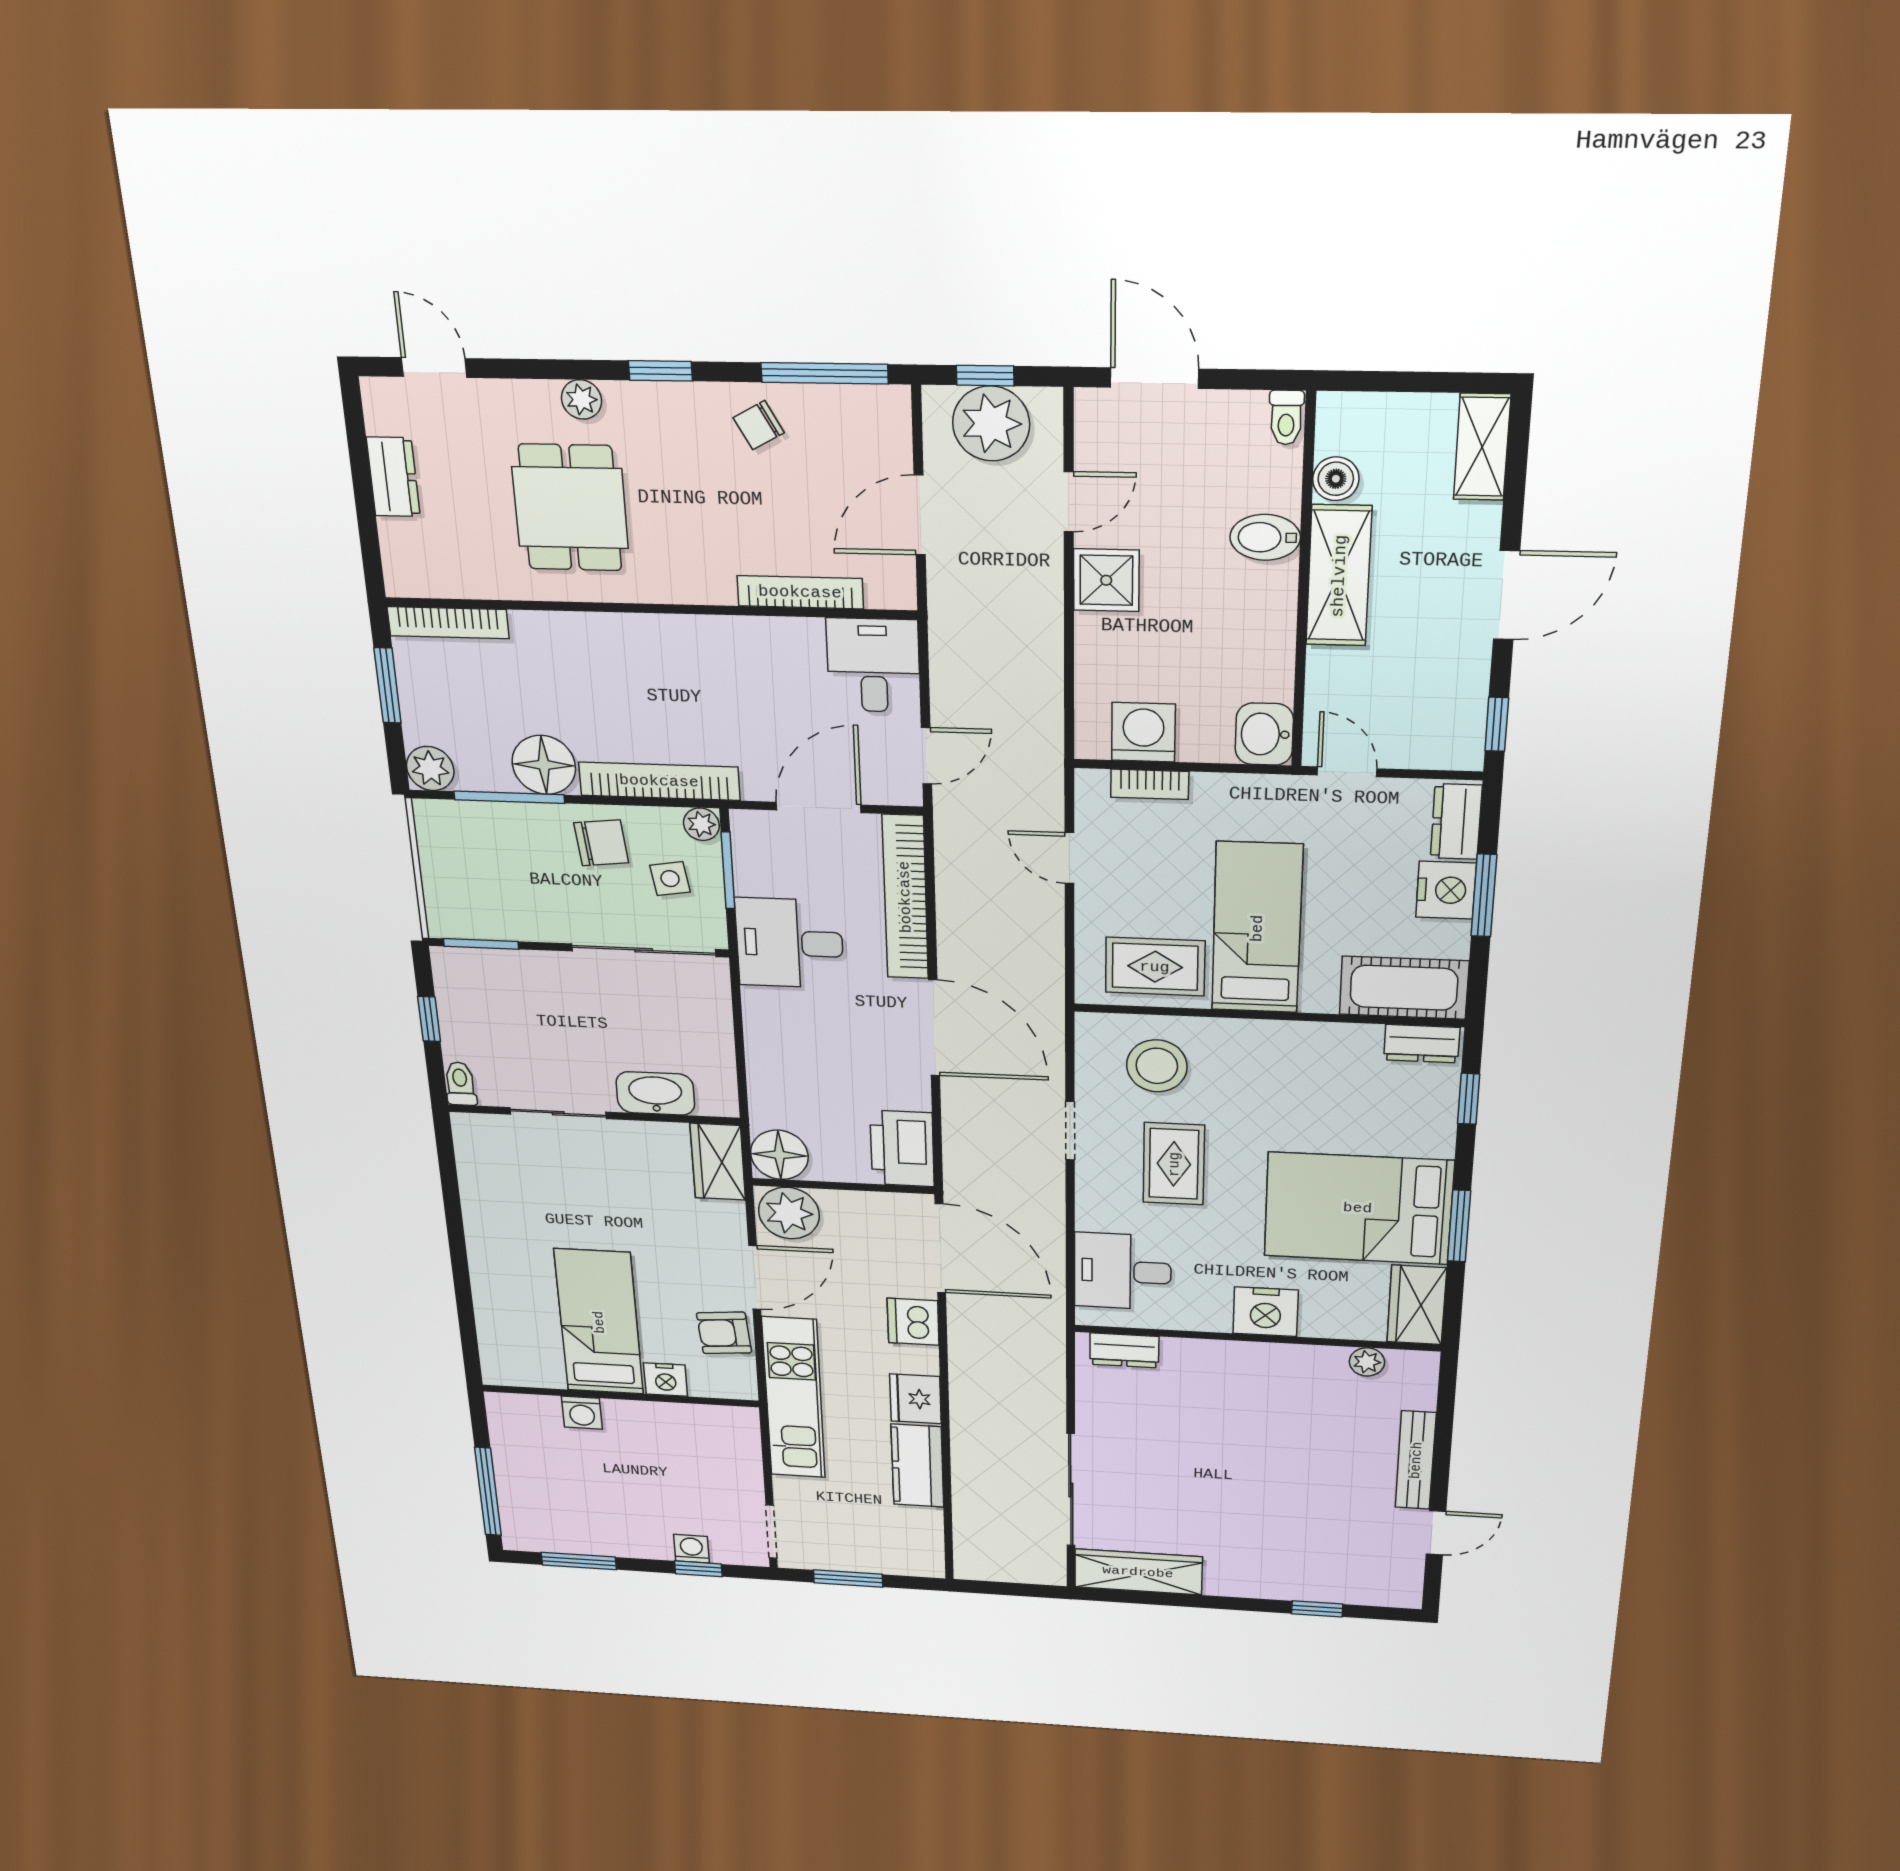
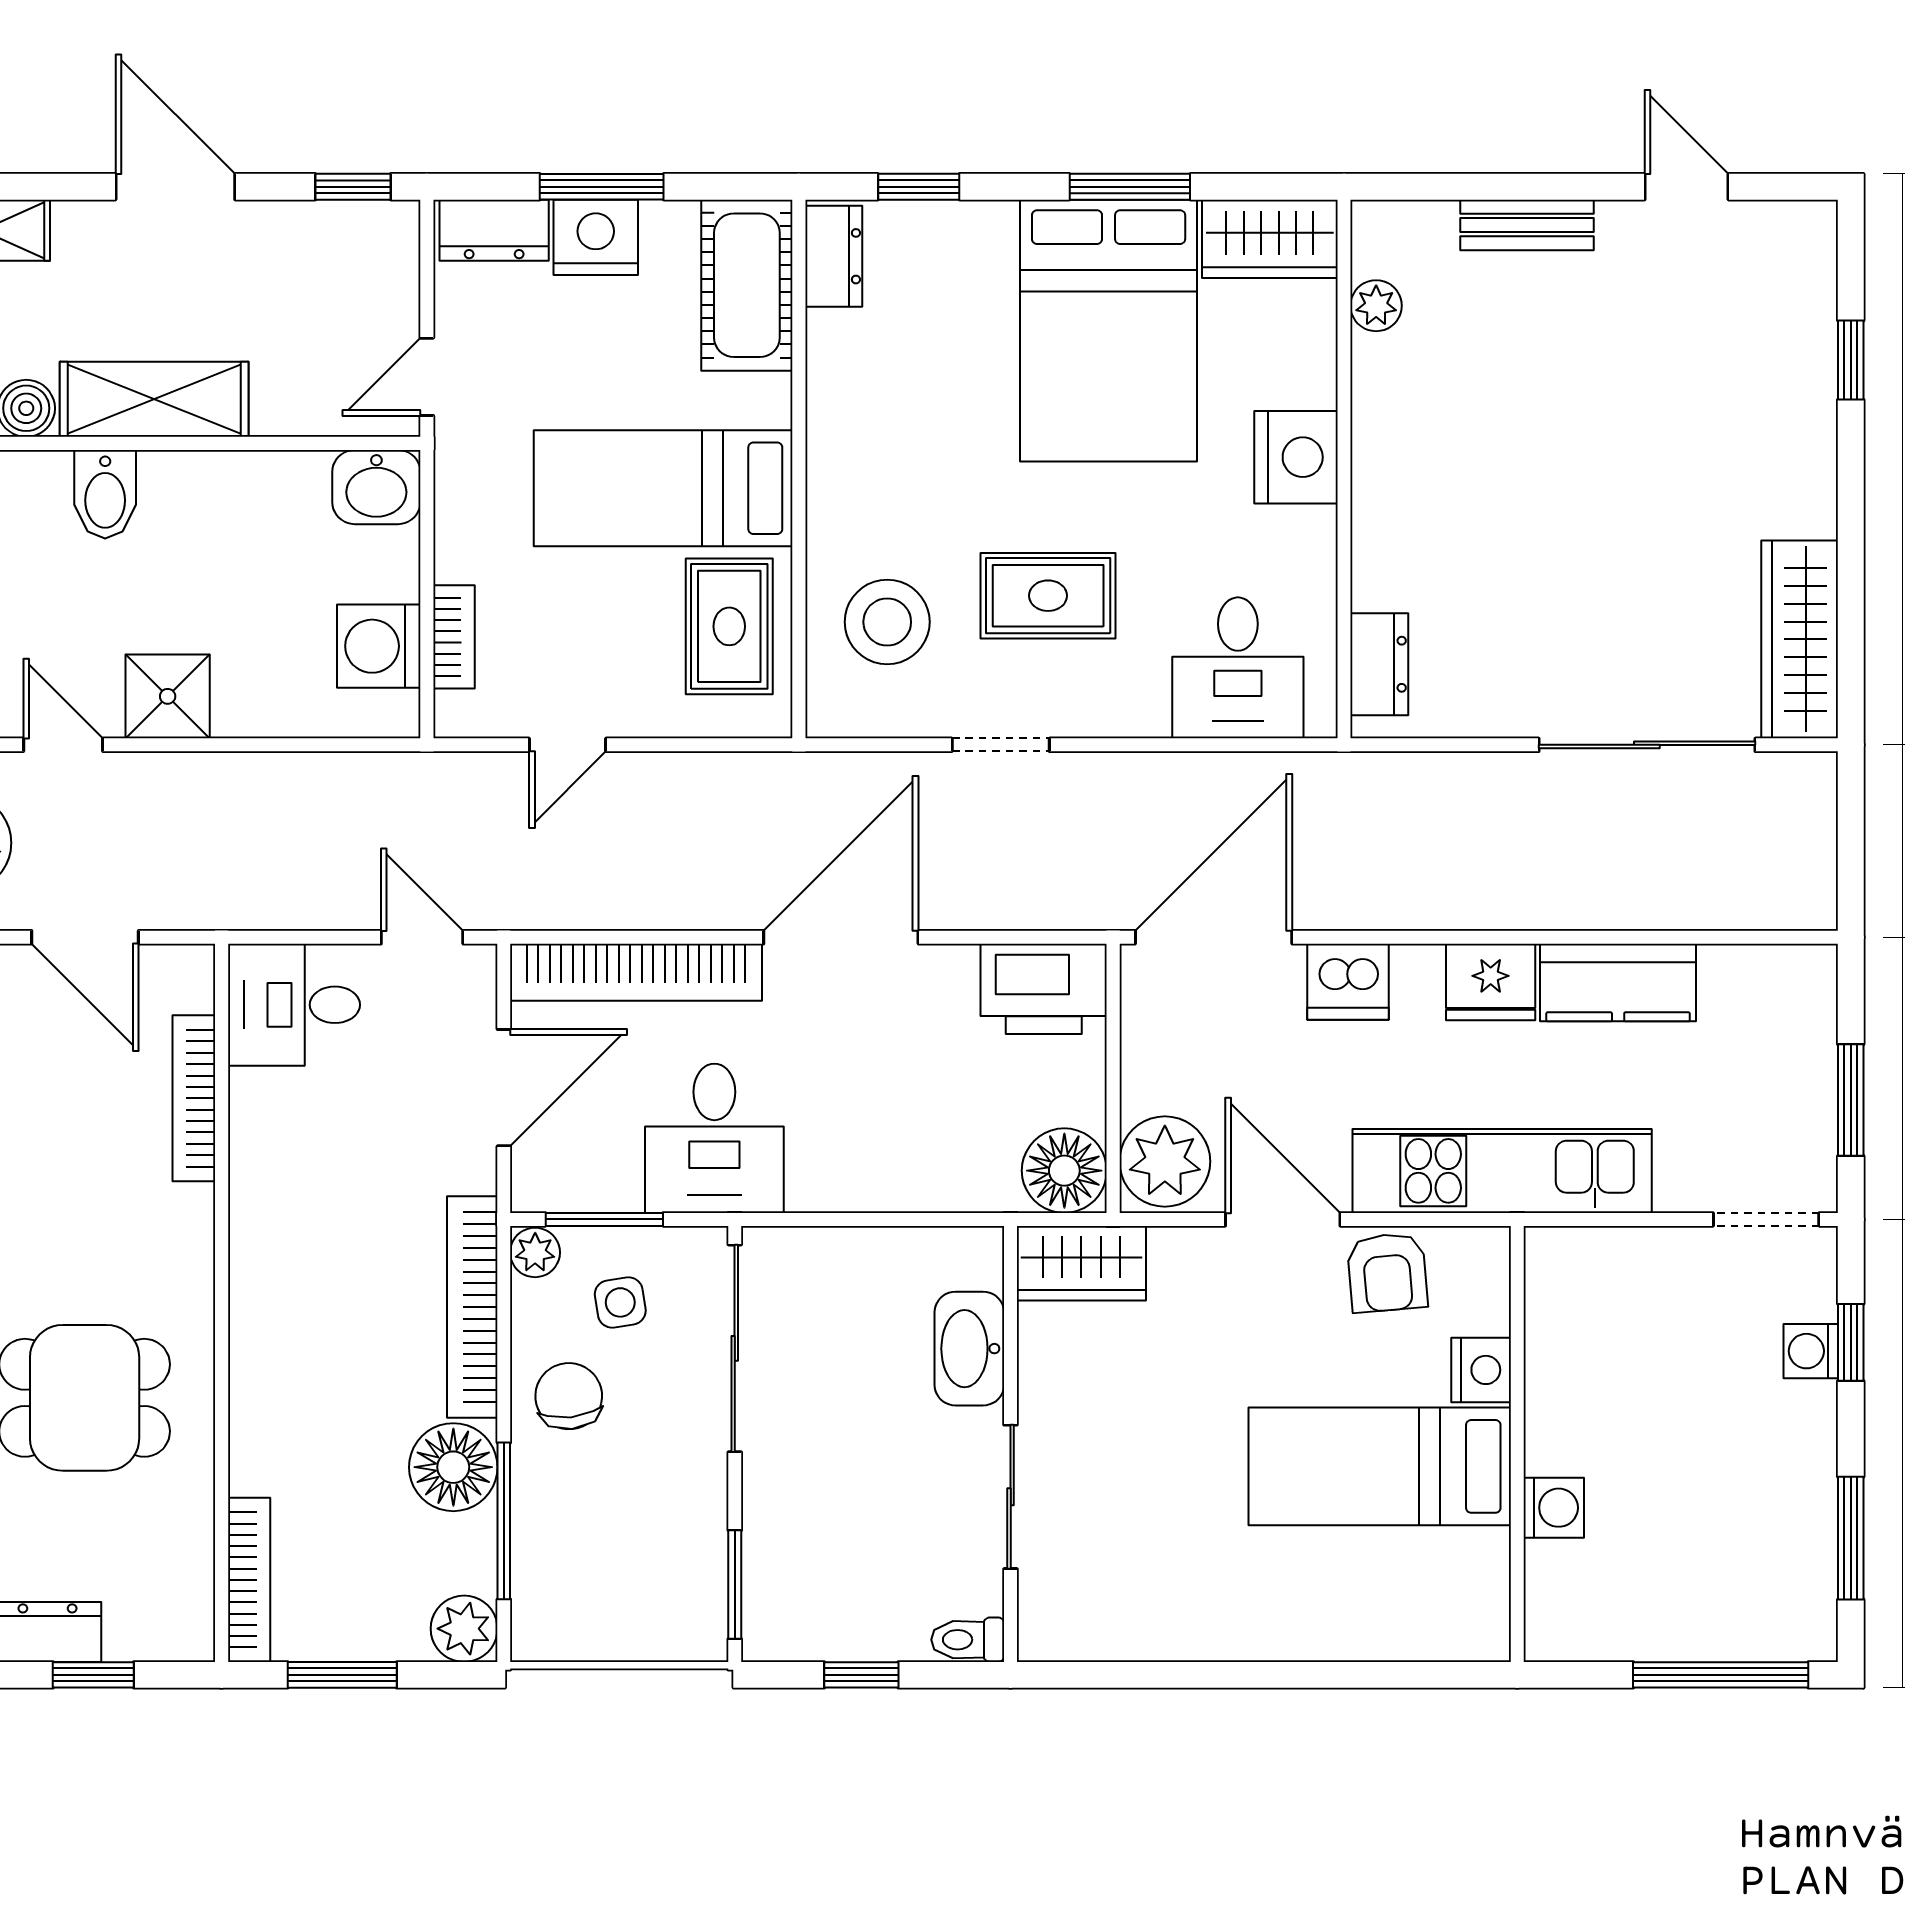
window: (366, 510) -> (93, 1675), added
door: (819, 807) -> (504, 1088), swing flipped
bench: (1416, 1460) -> (1527, 225), width x0.73

